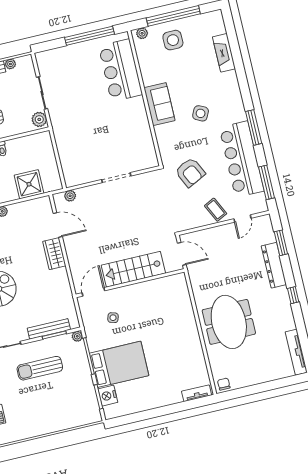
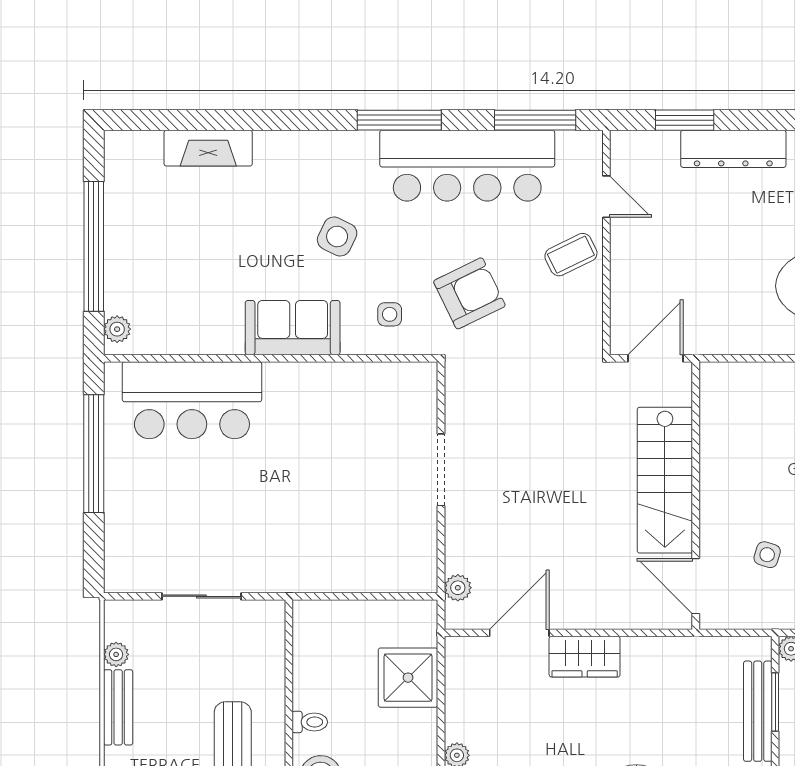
side table: (173, 40) -> (390, 314), moved, width x0.54, depth x0.54
plant: (39, 119) -> (262, 618), removed

